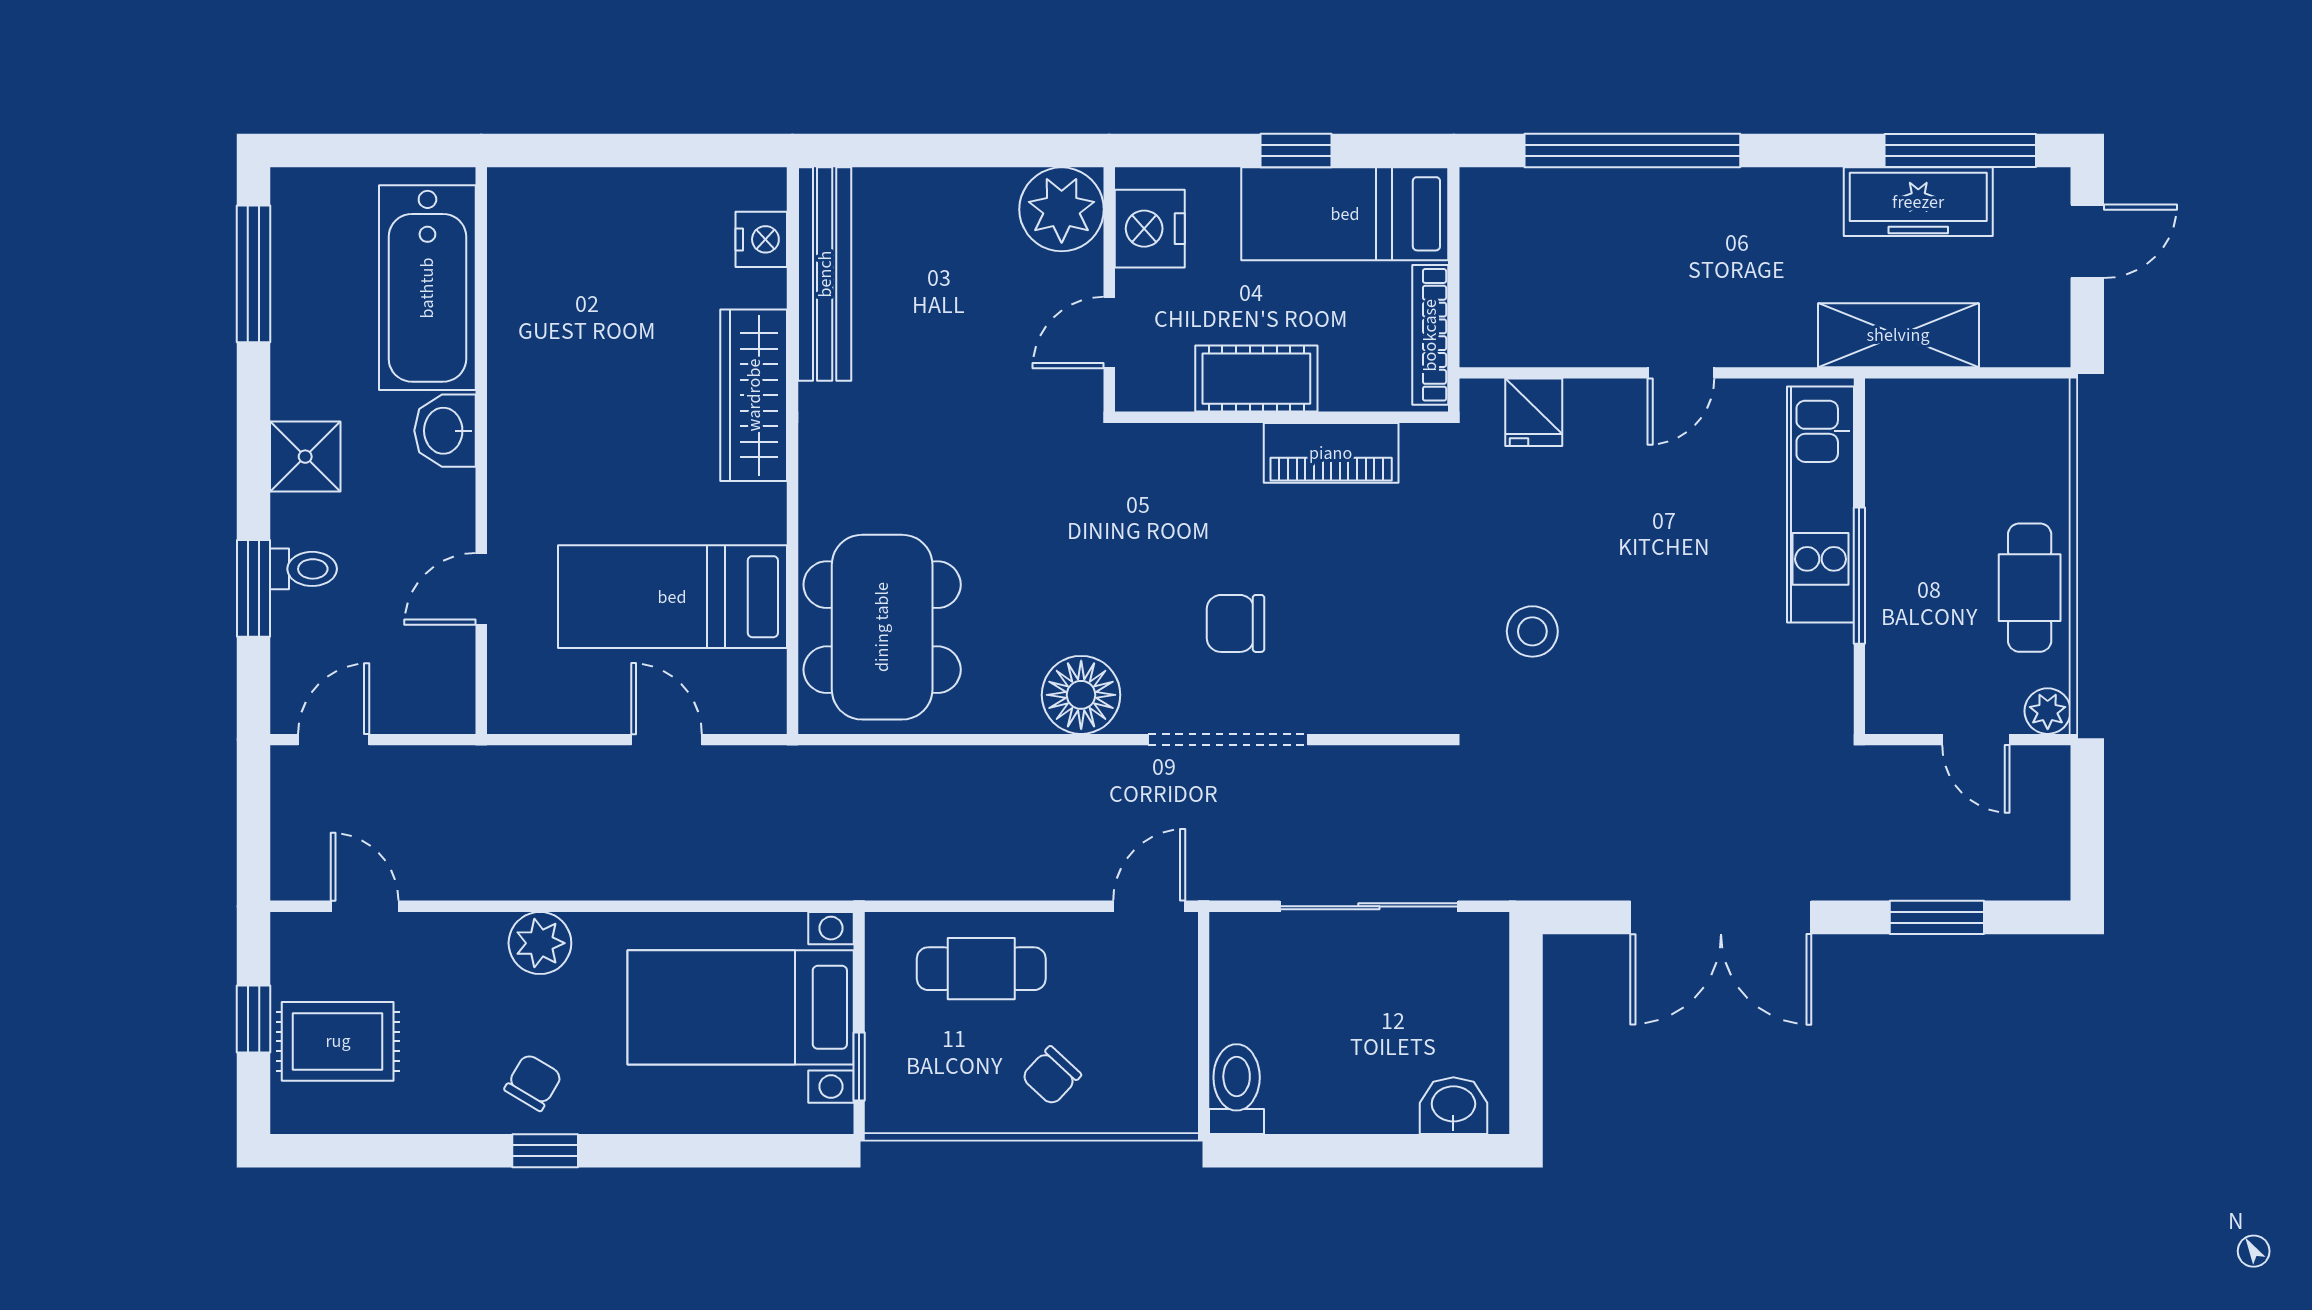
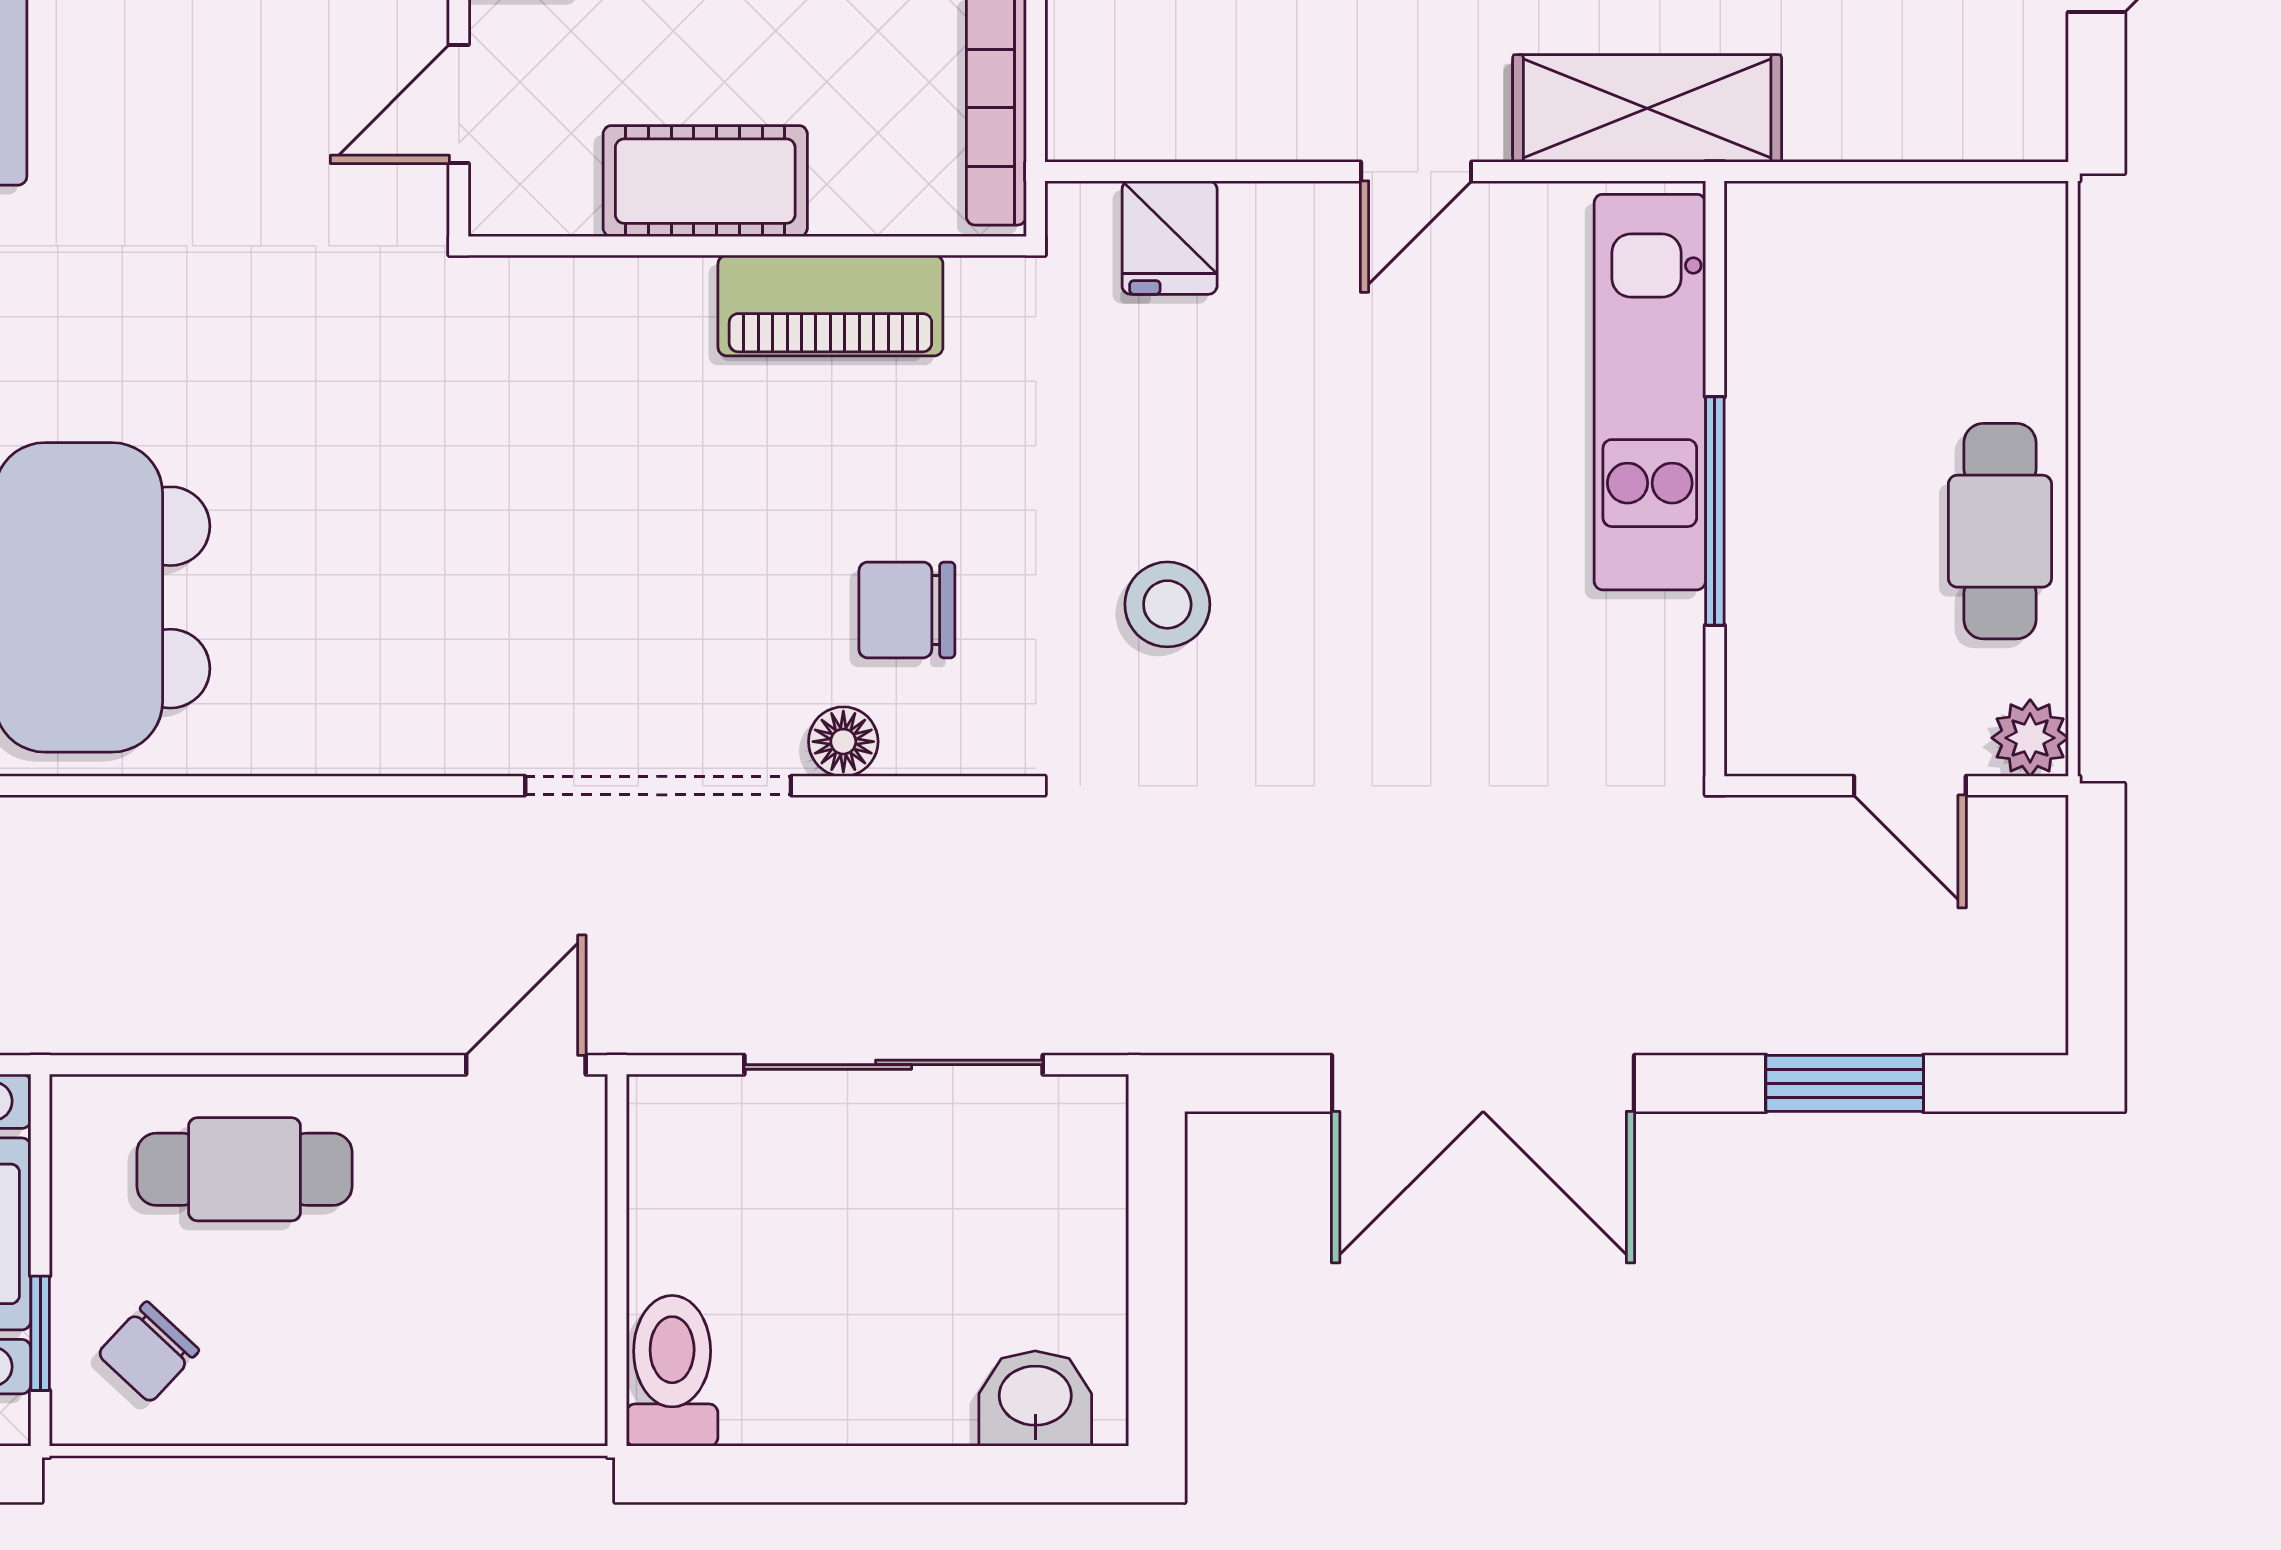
shelving: (1898, 335) -> (1647, 108), moved
chair: (1236, 623) -> (907, 610), moved
floor lamp: (1081, 695) -> (843, 742), moved, width x0.53, depth x0.53
chair: (1051, 1076) -> (148, 1352), moved

